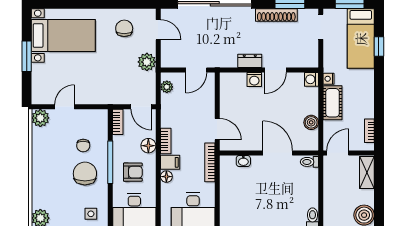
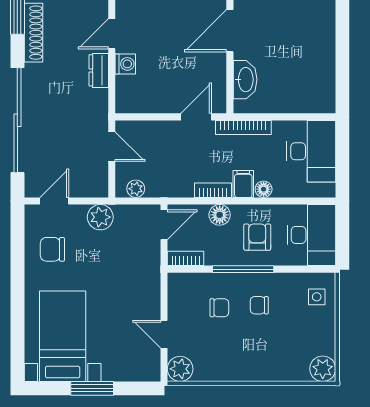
door: (276, 70) -> (112, 34), swing flipped
washbasin: (243, 161) -> (245, 80), width x1.91, depth x1.45
chair: (85, 174) -> (259, 305), width x0.54, depth x0.54

